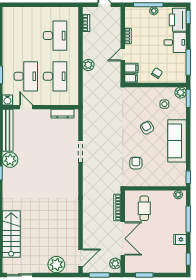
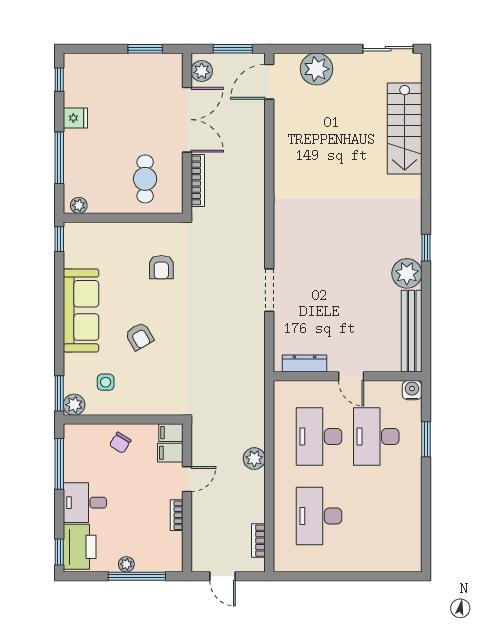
door: (26, 107) -> (351, 376), moved
double door: (123, 239) -> (187, 120), swing flipped

